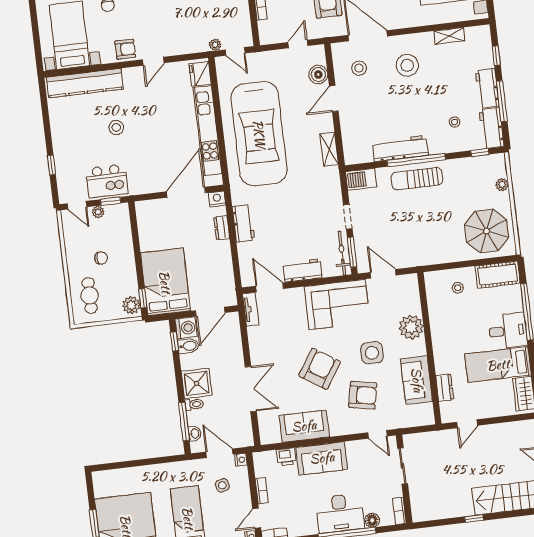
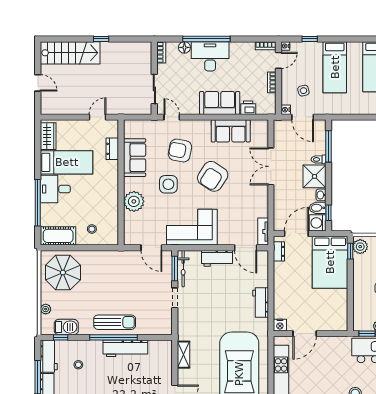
barbecue: (361, 179) -> (66, 327), moved
door: (186, 192) -> (305, 334), width x0.73
dresser: (222, 228) -> (279, 251), moved
washbasin: (195, 433) -> (321, 195), moved

